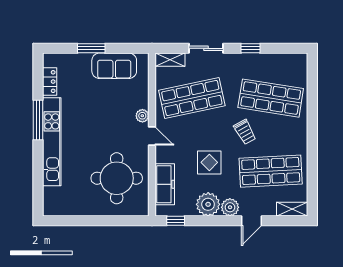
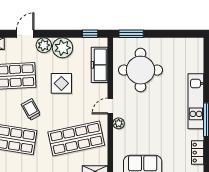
door: (152, 136) -> (110, 106), hinge flipped
kitchen unit: (52, 142) -> (196, 101), width x0.73
window: (128, 221) -> (131, 34), added

